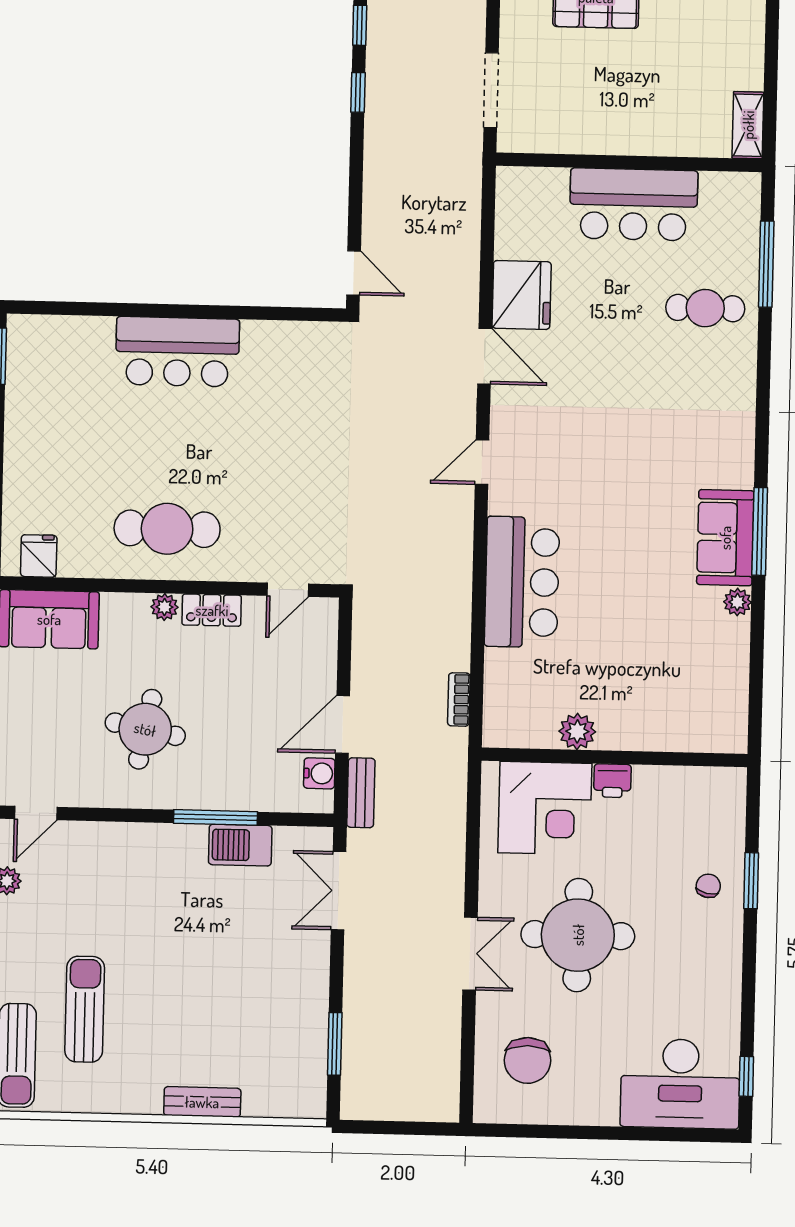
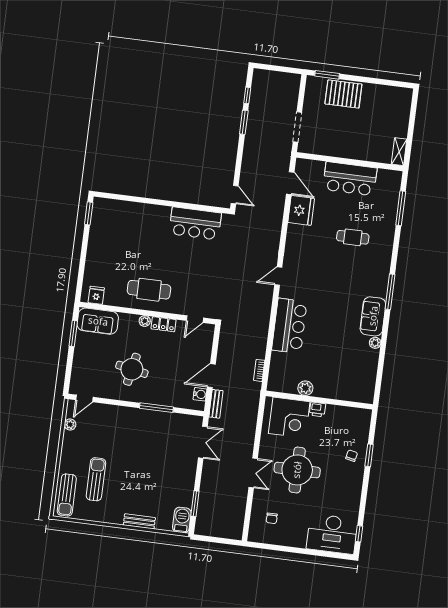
window: (358, 92) -> (244, 122), width x1.50
cafe table: (705, 308) -> (353, 237), moved
bar counter: (177, 352) -> (195, 223), moved
door: (485, 356) -> (290, 183), moved
window: (760, 531) -> (390, 292), moved
barbecue: (240, 845) -> (182, 520), moved, turned 90
double door: (339, 891) -> (203, 442), swing flipped
chair: (528, 1060) -> (272, 518), width x0.54, depth x0.54

